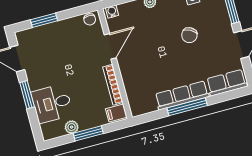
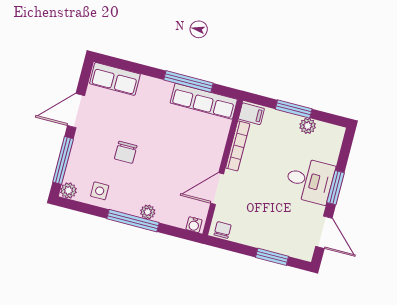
chair: (189, 35) -> (126, 152), turned 151
row of seats: (182, 95) -> (204, 101), moved
desk: (52, 103) -> (310, 181), moved
window: (187, 107) -> (188, 82), moved

